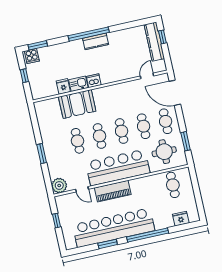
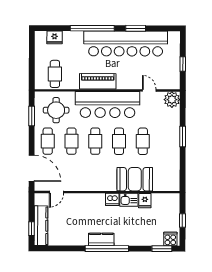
piano: (113, 191) -> (98, 81), moved

